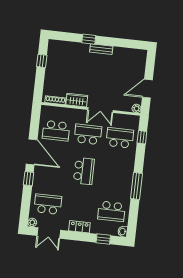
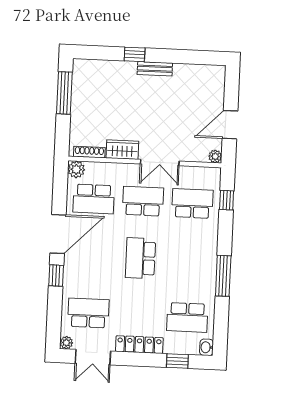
window: (42, 61) -> (64, 93), width x2.17
plant: (46, 111) -> (76, 169), added
door: (32, 152) -> (58, 234), hinge flipped
school desk: (84, 171) -> (140, 258), turned 180
locker: (79, 227) -> (139, 345), width x1.53

